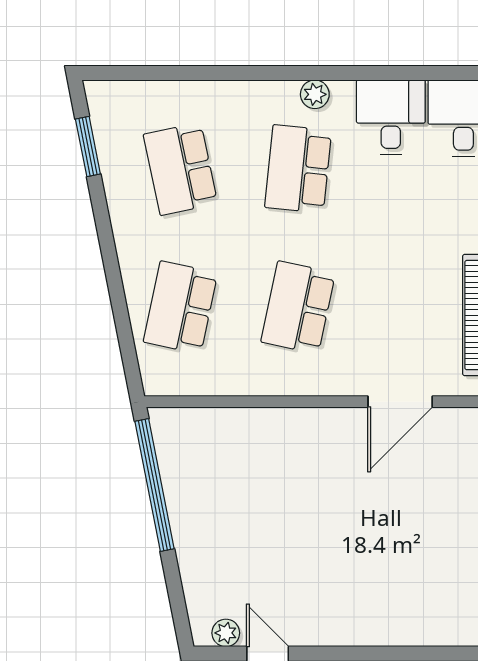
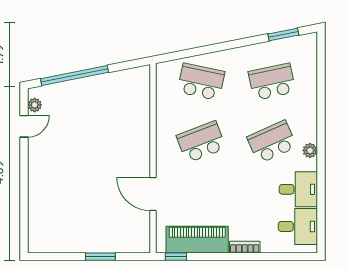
school desk: (298, 169) -> (272, 142), turned -30
school desk: (298, 307) -> (201, 142), turned -33
window: (154, 485) -> (74, 76), moved

